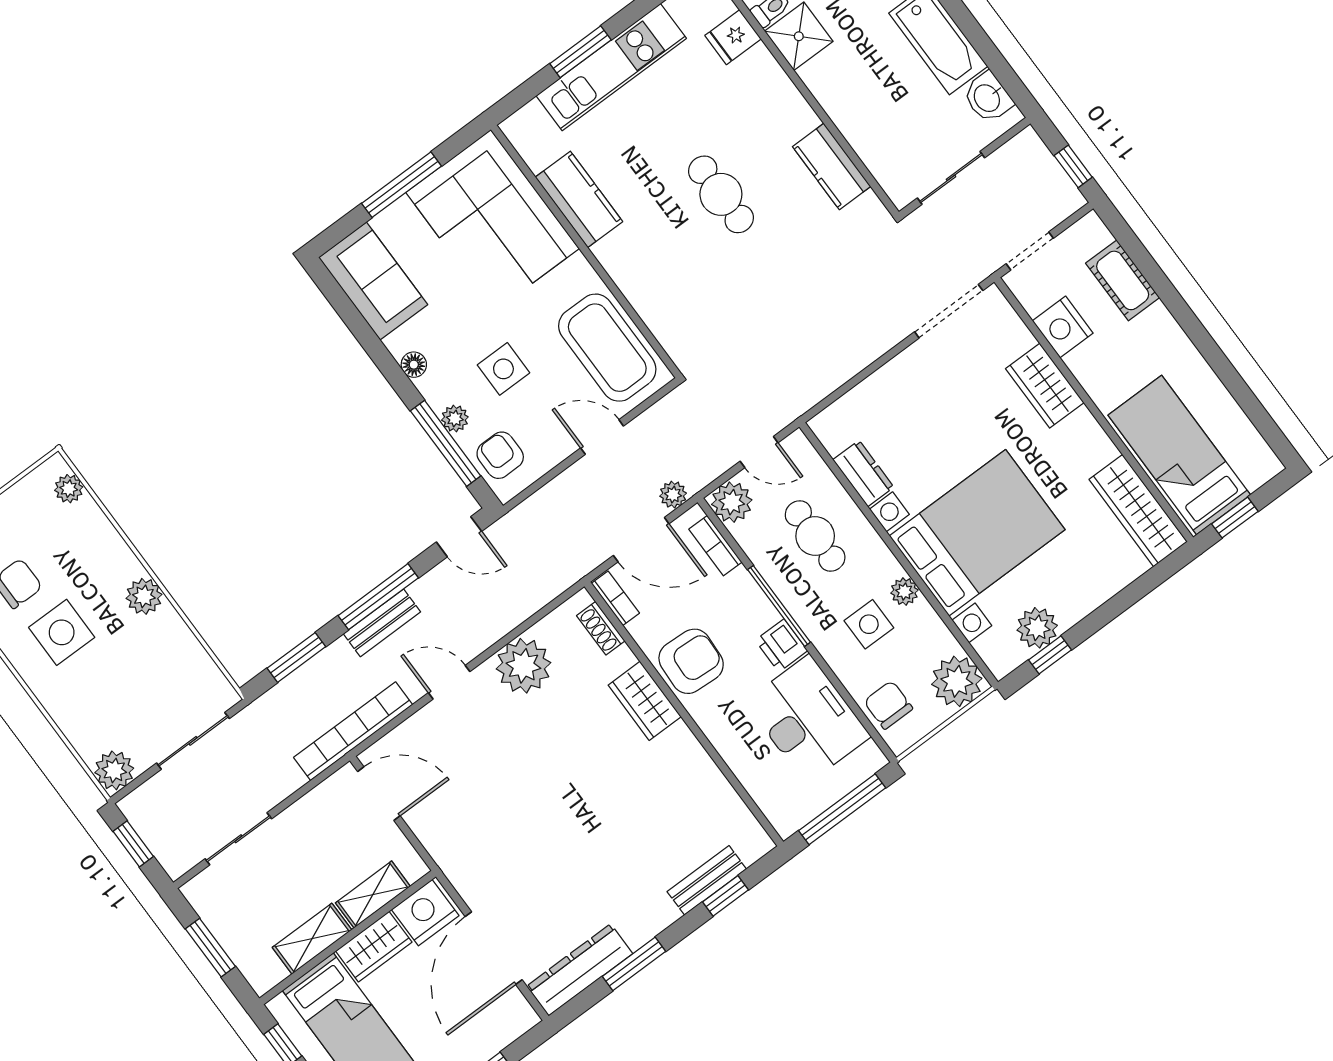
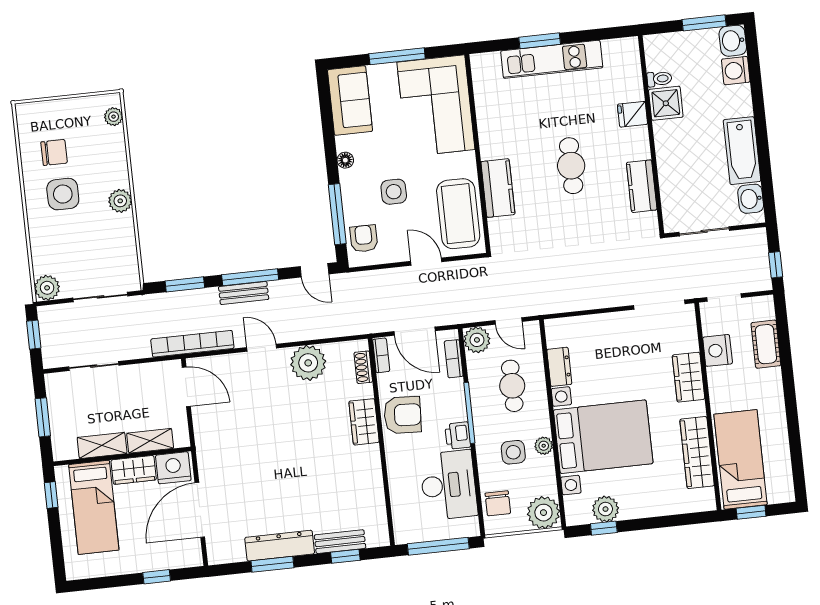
fridge: (733, 37) -> (632, 114), moved
kitchen counter: (579, 199) -> (498, 188), moved
plant: (455, 418) -> (351, 203), removed
plant: (673, 495) -> (447, 317), removed
wardrobe: (1138, 511) -> (697, 453), moved
chair: (888, 705) -> (498, 503), turned 180
dresser: (580, 970) -> (280, 546), moved

